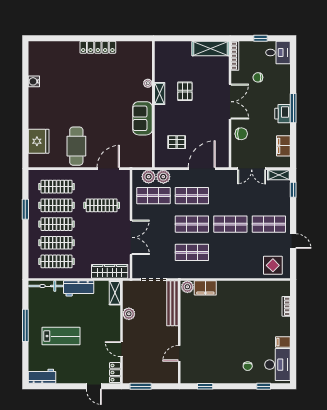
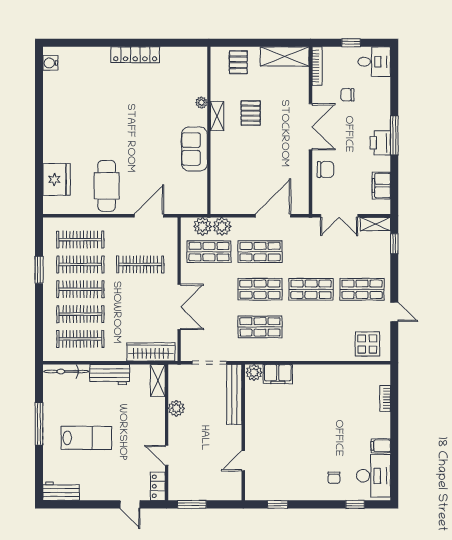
water cooler: (34, 81) -> (50, 63), moved
pallet: (177, 142) -> (238, 62), moved, turned 90

